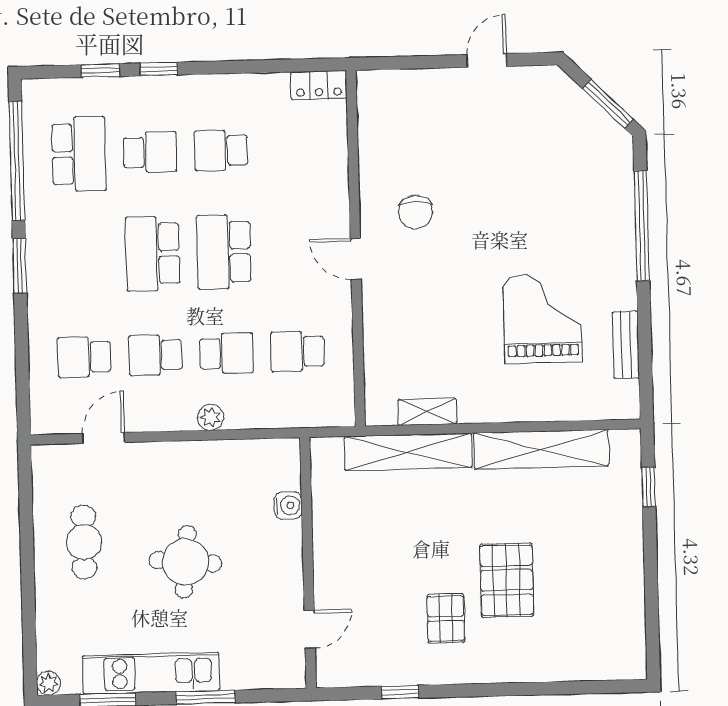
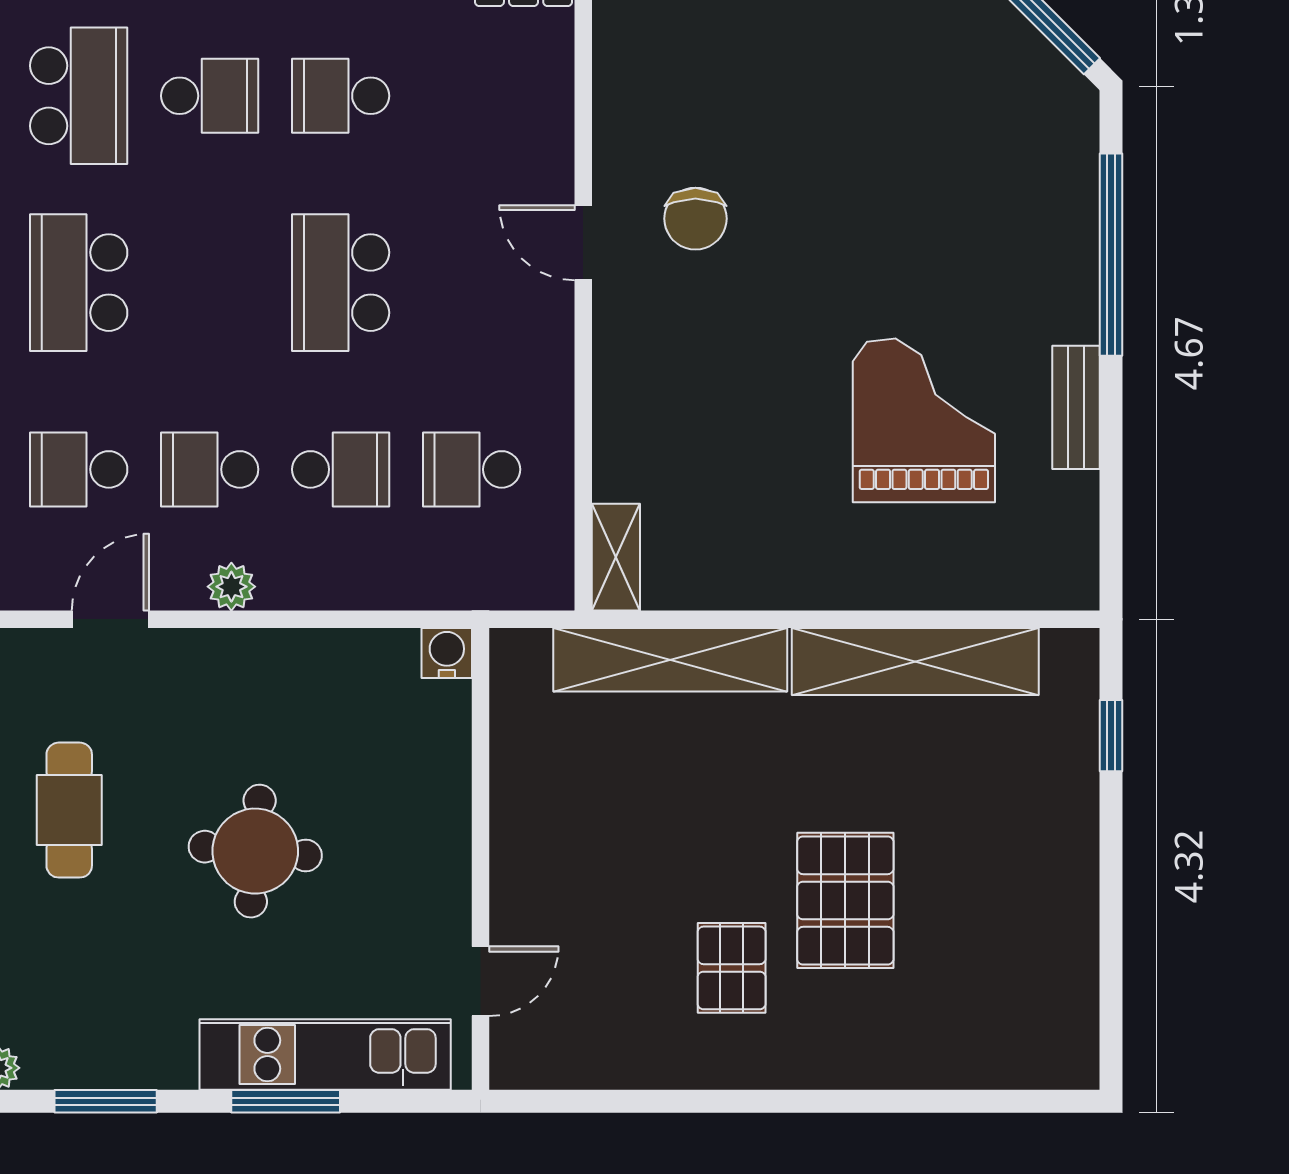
school desk: (153, 254) -> (79, 283), moved
door: (356, 259) -> (583, 243), moved
bench: (626, 345) -> (1076, 407), moved
shelving: (427, 412) -> (616, 557), moved, turned 90
plant: (211, 417) -> (231, 587), moved
water cooler: (288, 505) -> (447, 653), moved, turned -90
kitchen unit: (151, 673) -> (325, 1055), moved
window: (400, 692) -> (644, 1101), removed

